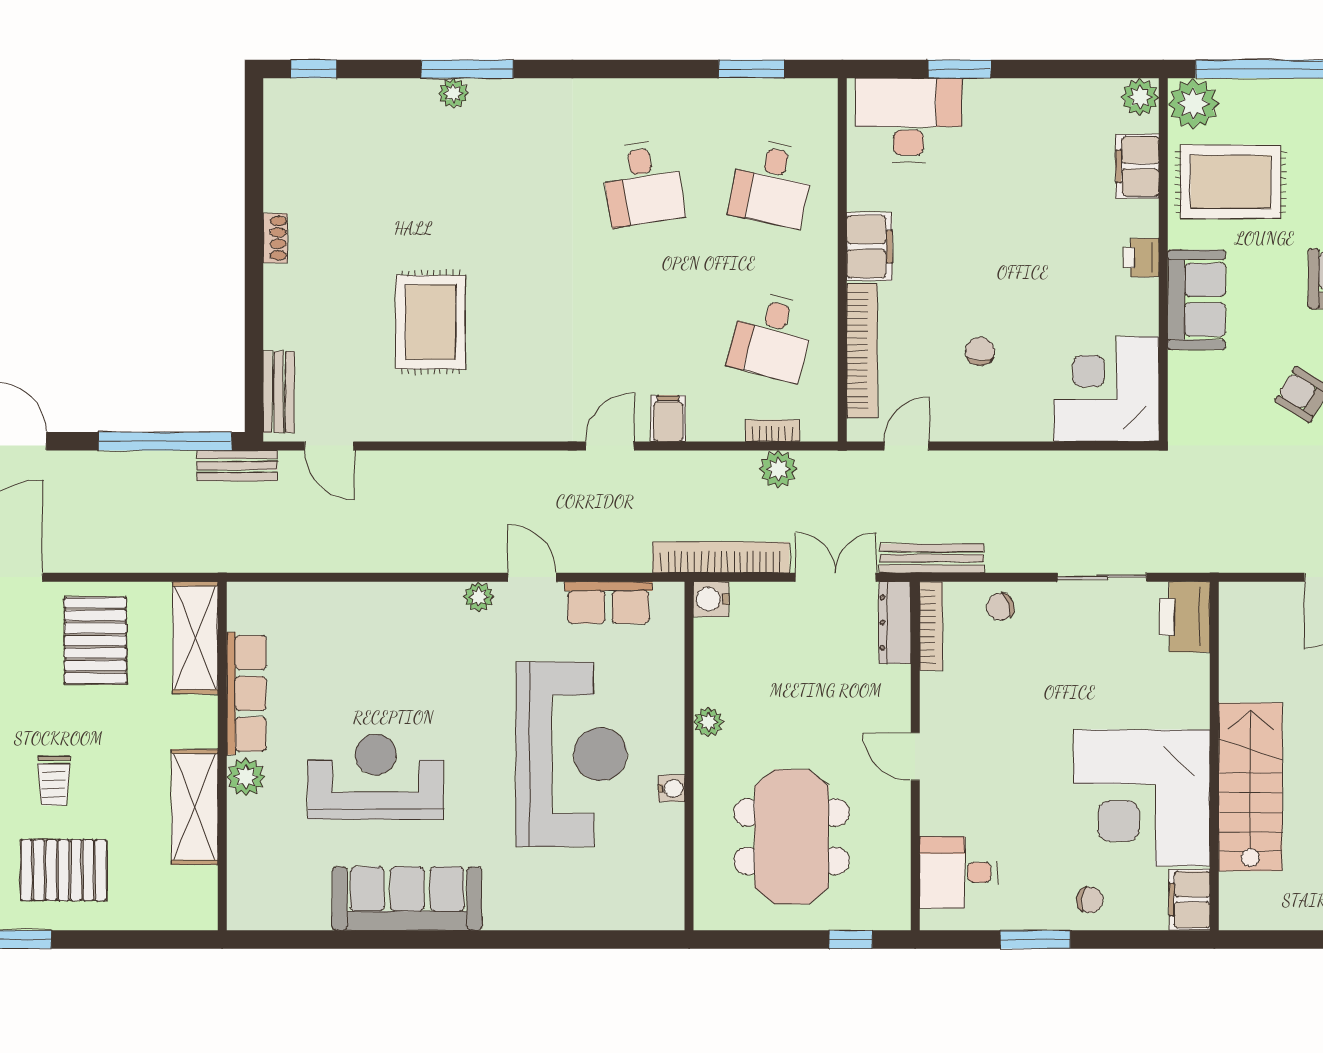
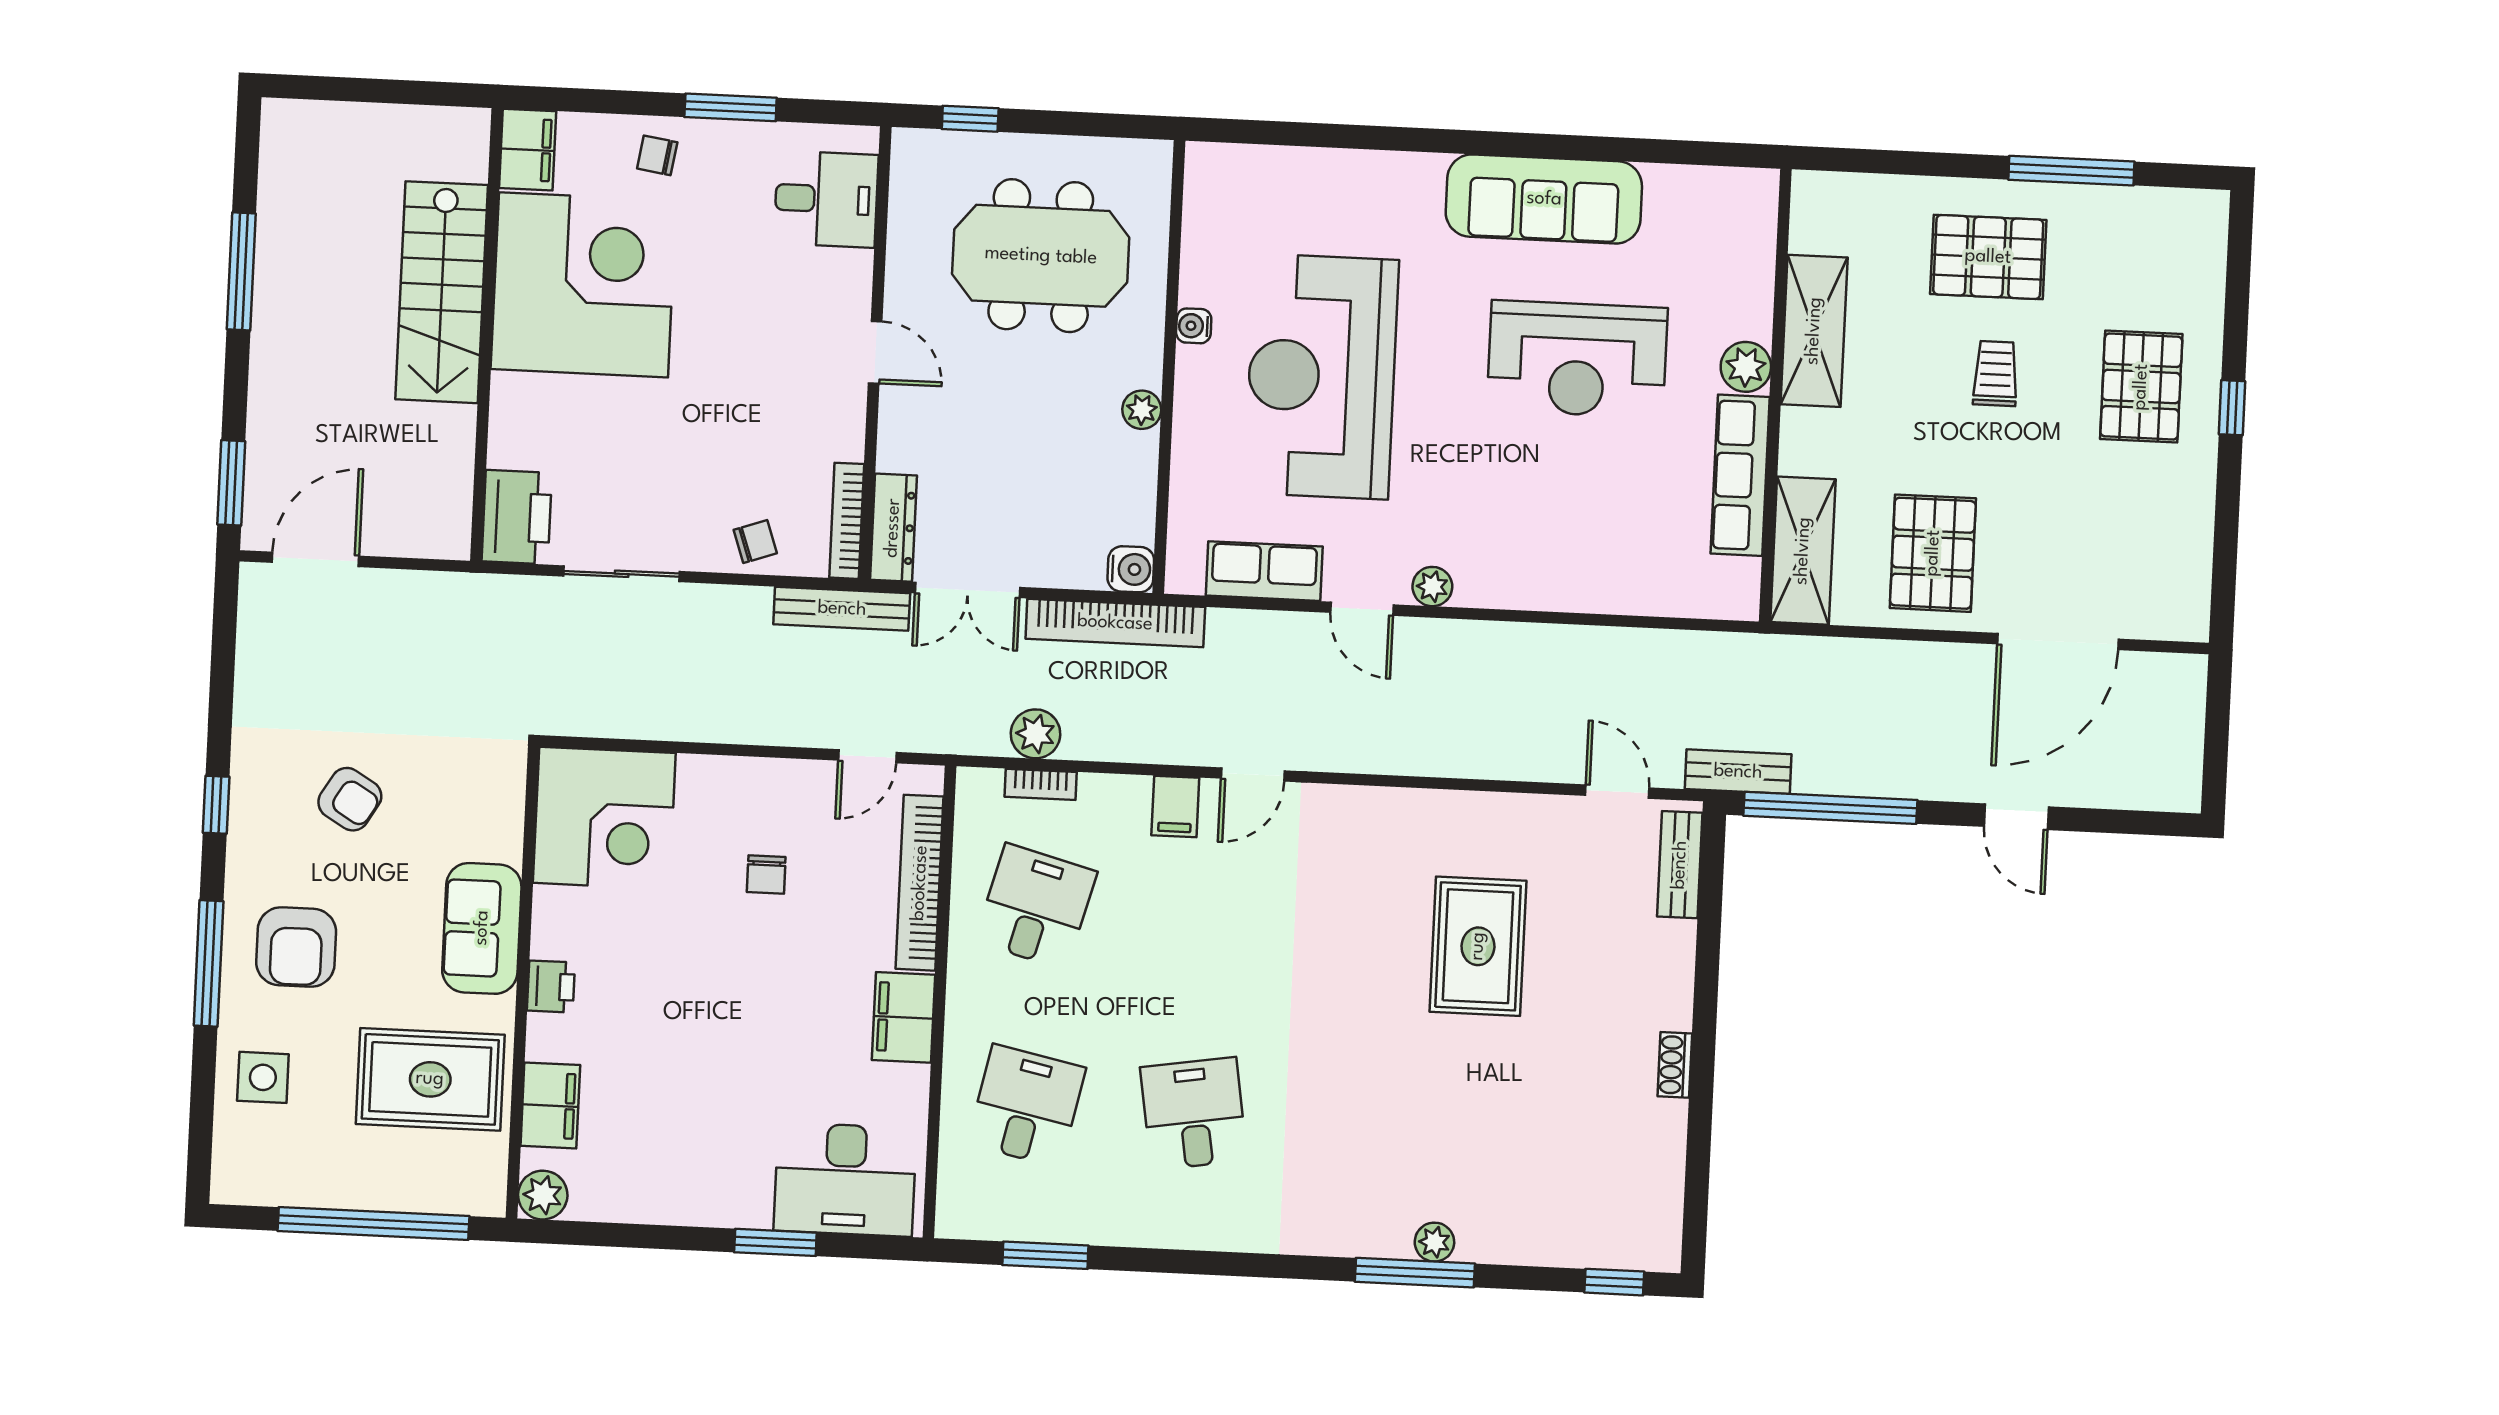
plant: (1193, 104) -> (474, 1183), removed
meeting table: (792, 837) -> (1041, 256), turned 90

